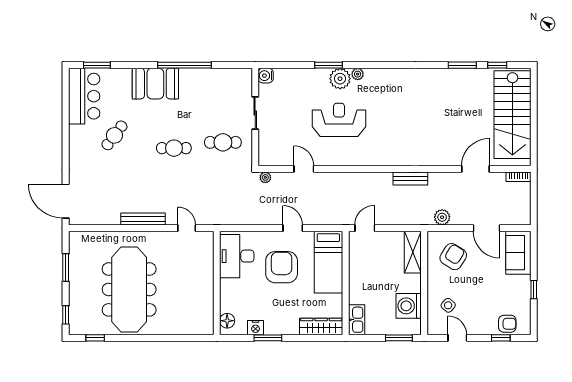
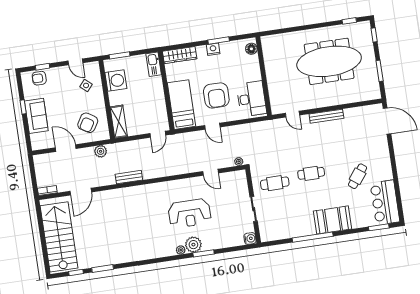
sofa: (518, 253) -> (36, 116), moved
meeting table: (129, 289) -> (329, 61), turned 90
nightstand: (255, 328) -> (213, 49), moved

